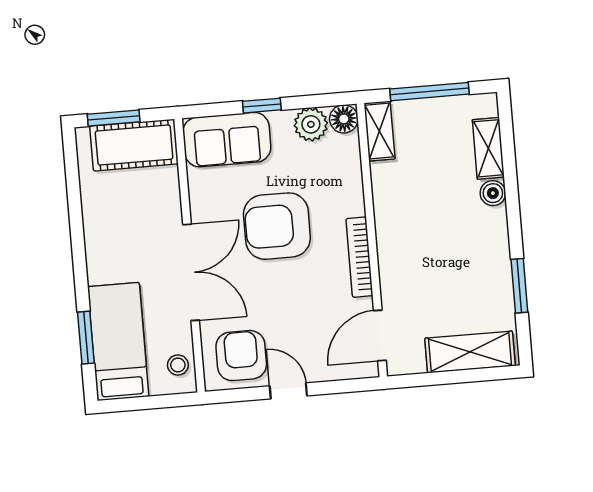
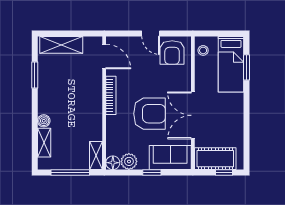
window: (114, 118) -> (224, 172), width x0.67
double door: (191, 272) -> (193, 115), moved
door: (380, 336) -> (104, 57), hinge flipped

